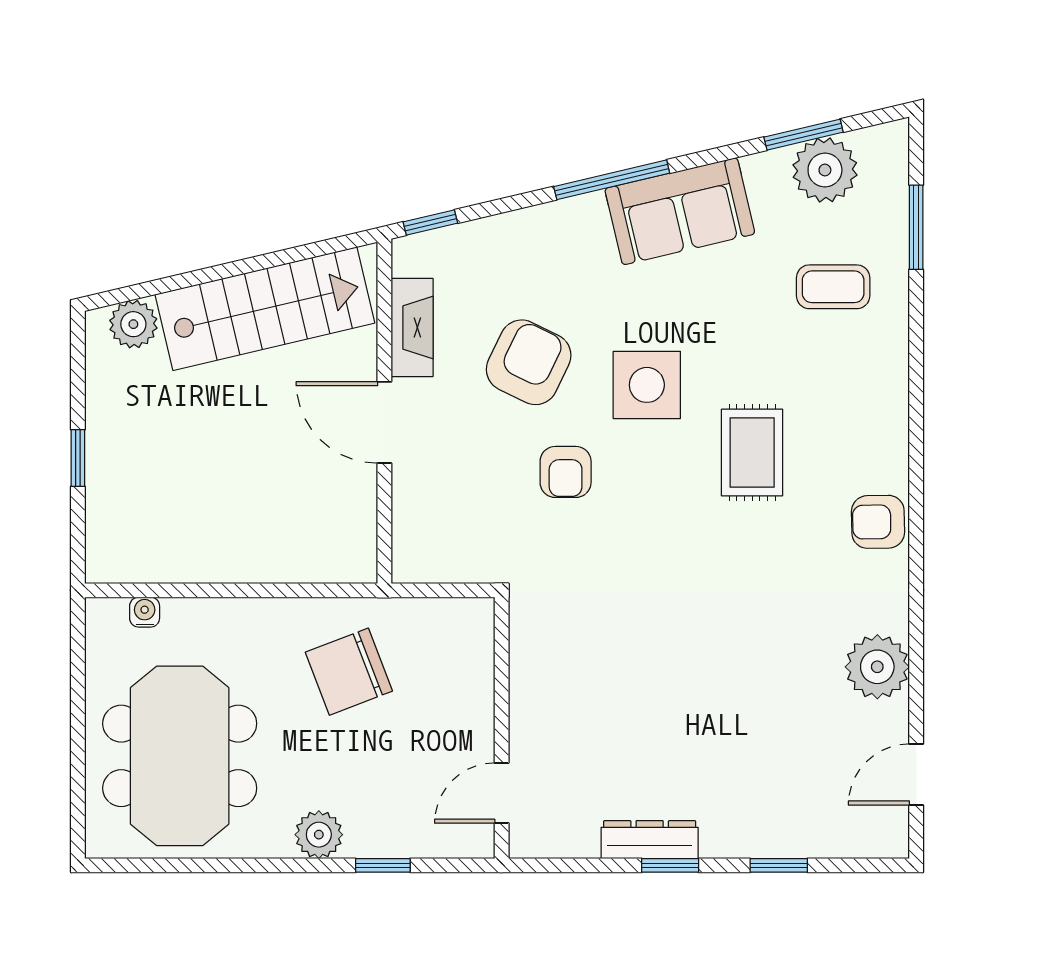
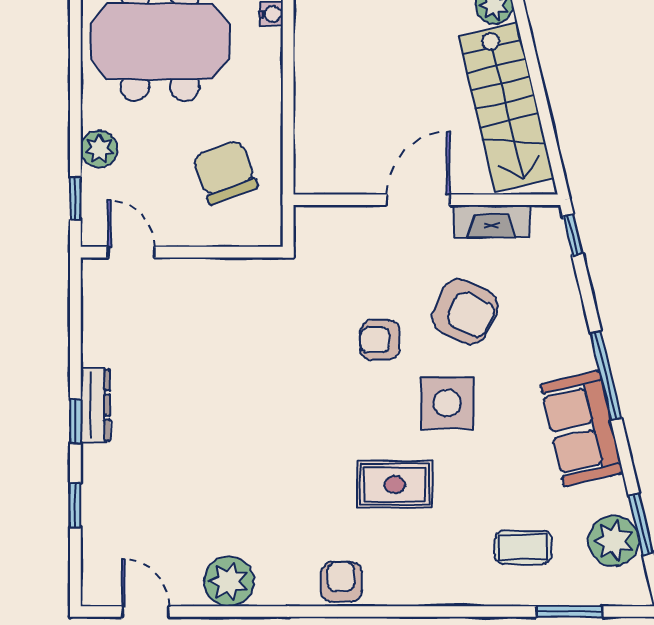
coffee table: (833, 287) -> (523, 547), turned 90
wall: (502, 728) -> (182, 252), moved
door: (502, 793) -> (131, 252), moved

